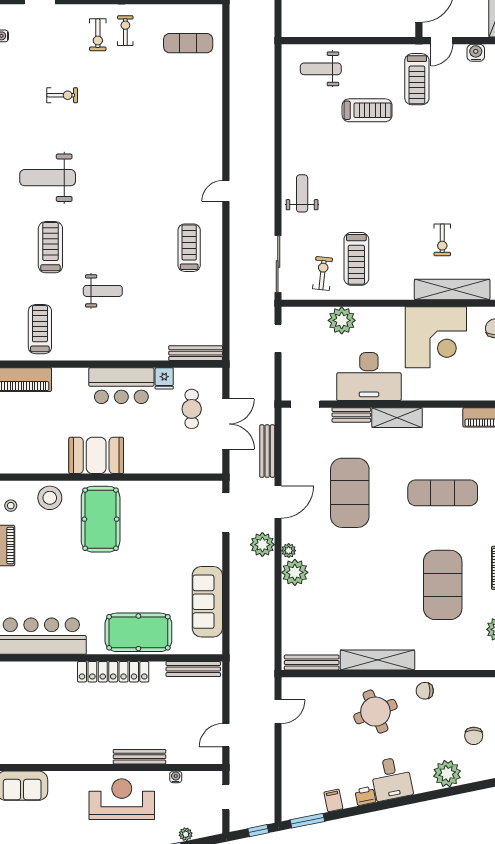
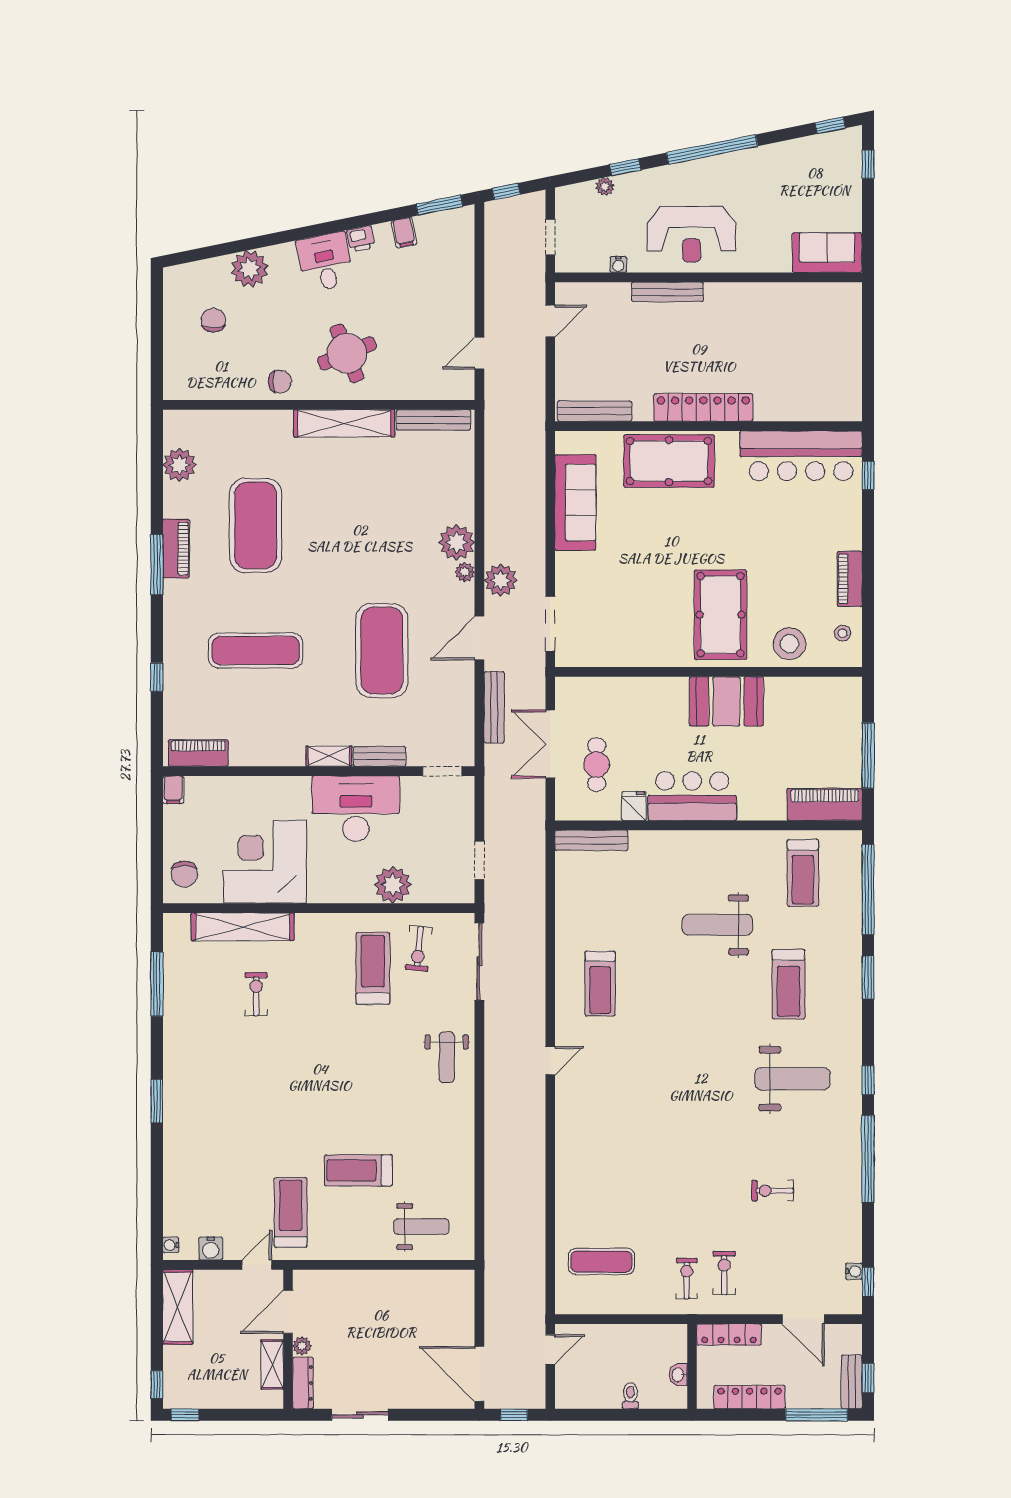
exercise bike: (125, 31) -> (687, 1278), turned 180
weight bench: (103, 291) -> (717, 925), width x1.36, depth x1.33
shelving: (397, 418) -> (329, 756), width x0.67, depth x0.75

